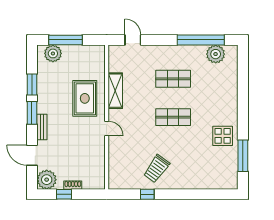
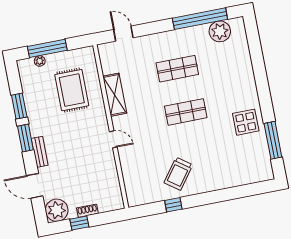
plant: (53, 53) -> (40, 61), width x0.53, depth x0.53
rug: (85, 98) -> (72, 90), moved

